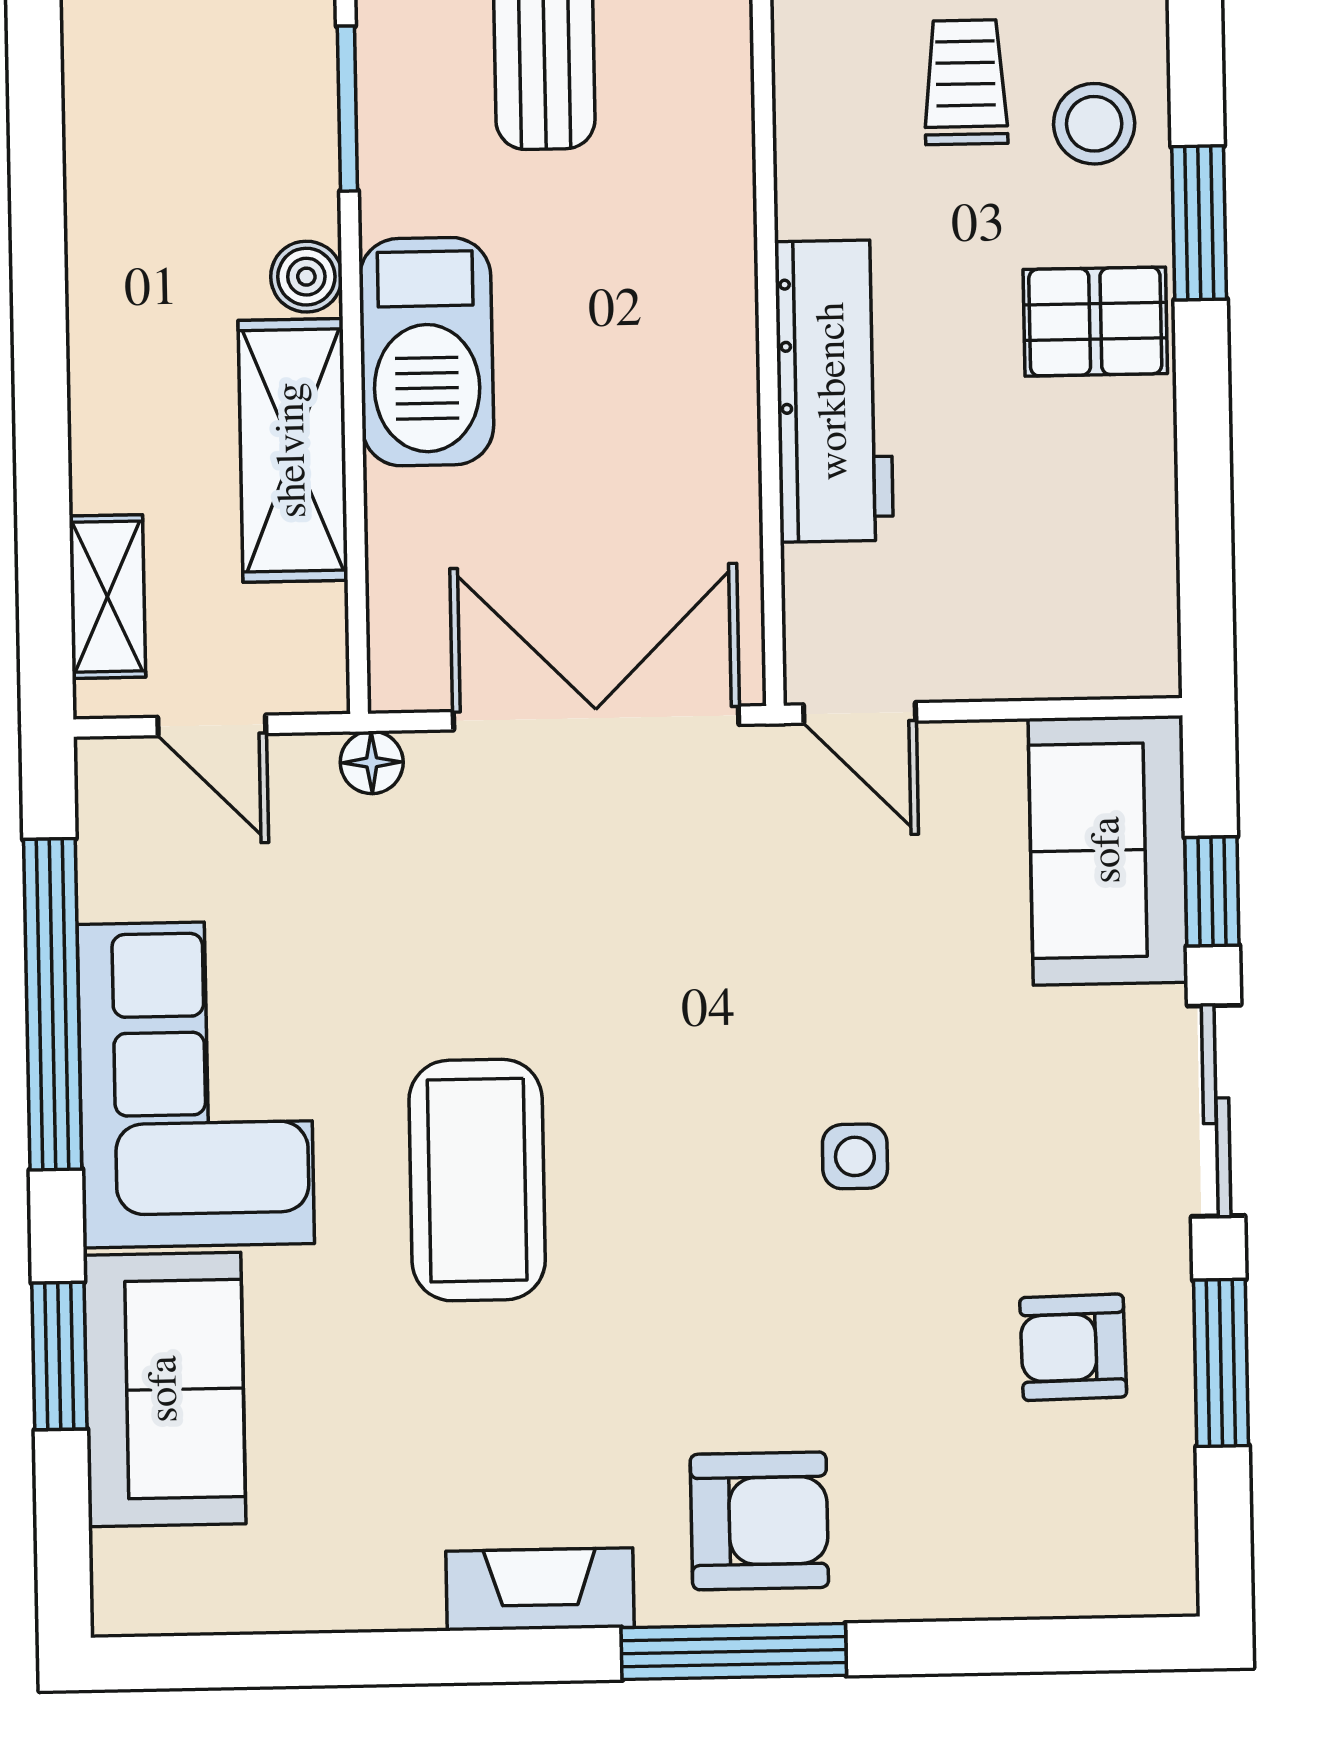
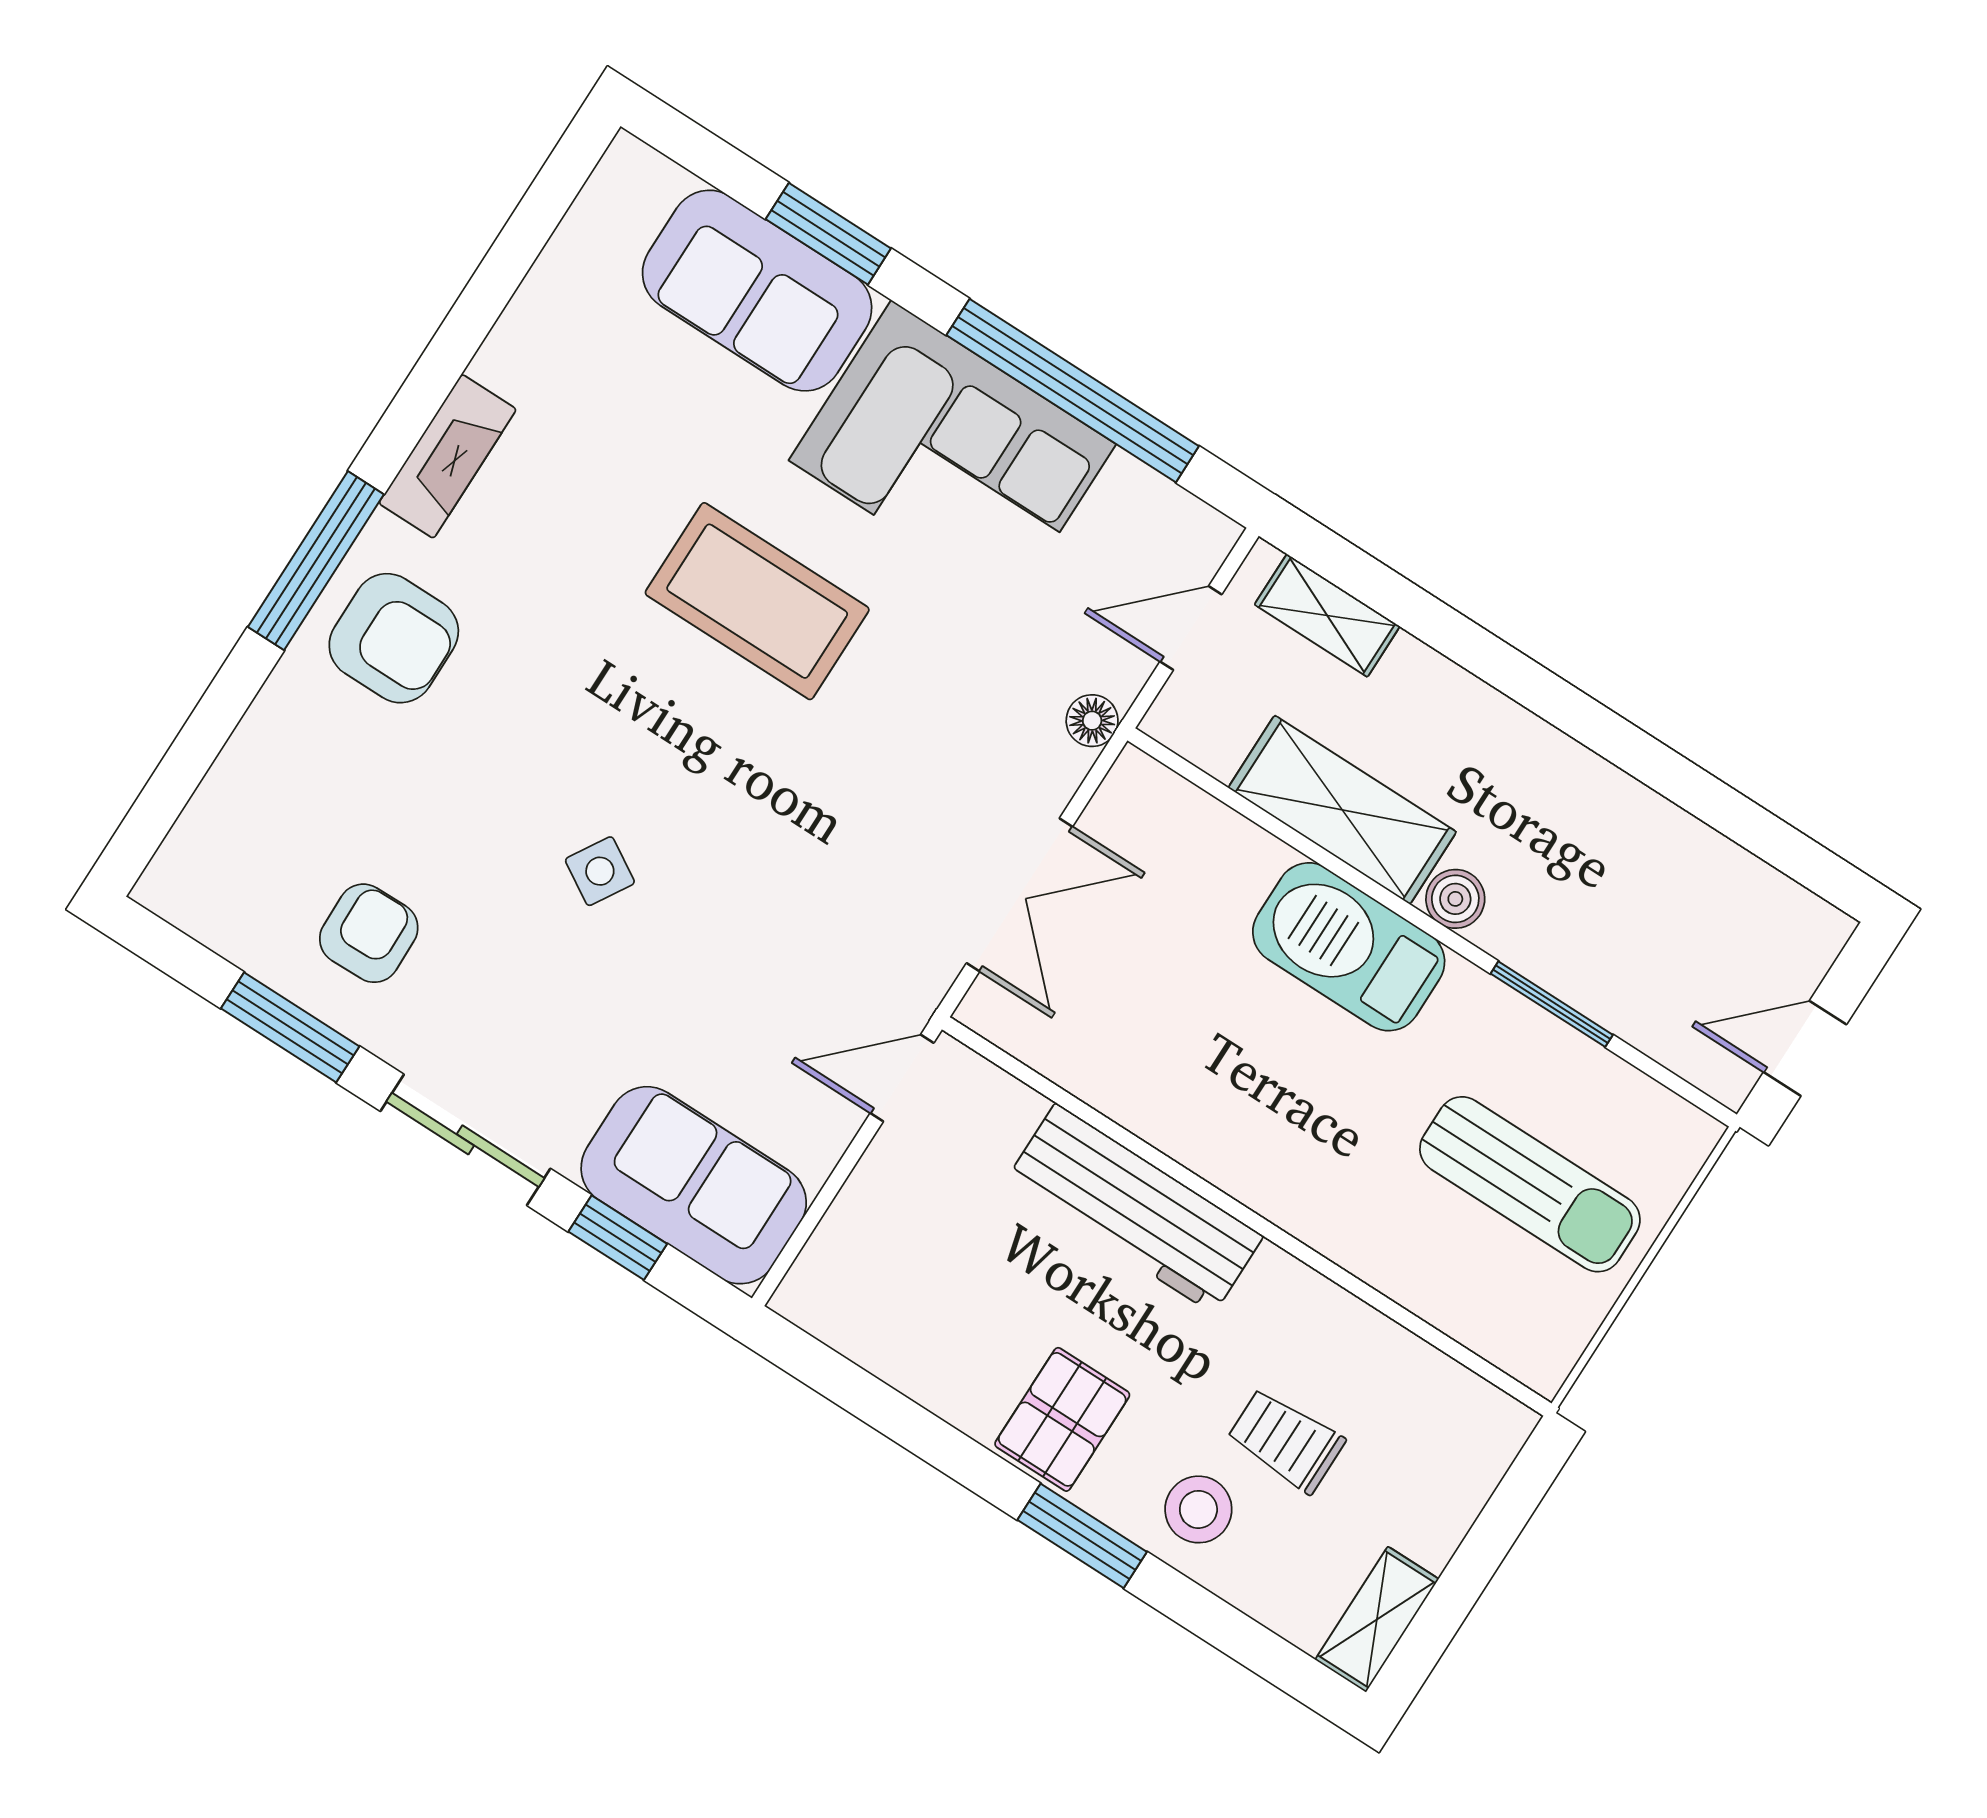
trolley: (966, 82) -> (1286, 1440), turned 180
double door: (596, 718) -> (1020, 895), width x0.73
side table: (855, 1156) -> (600, 871), turned 31
armchair: (759, 1521) -> (394, 638), turned -90

